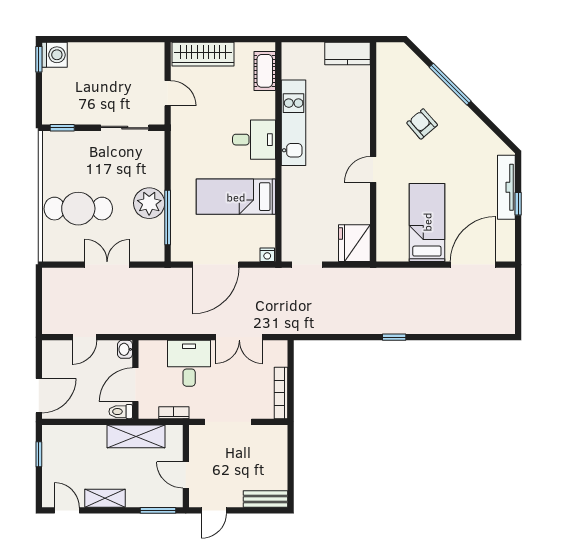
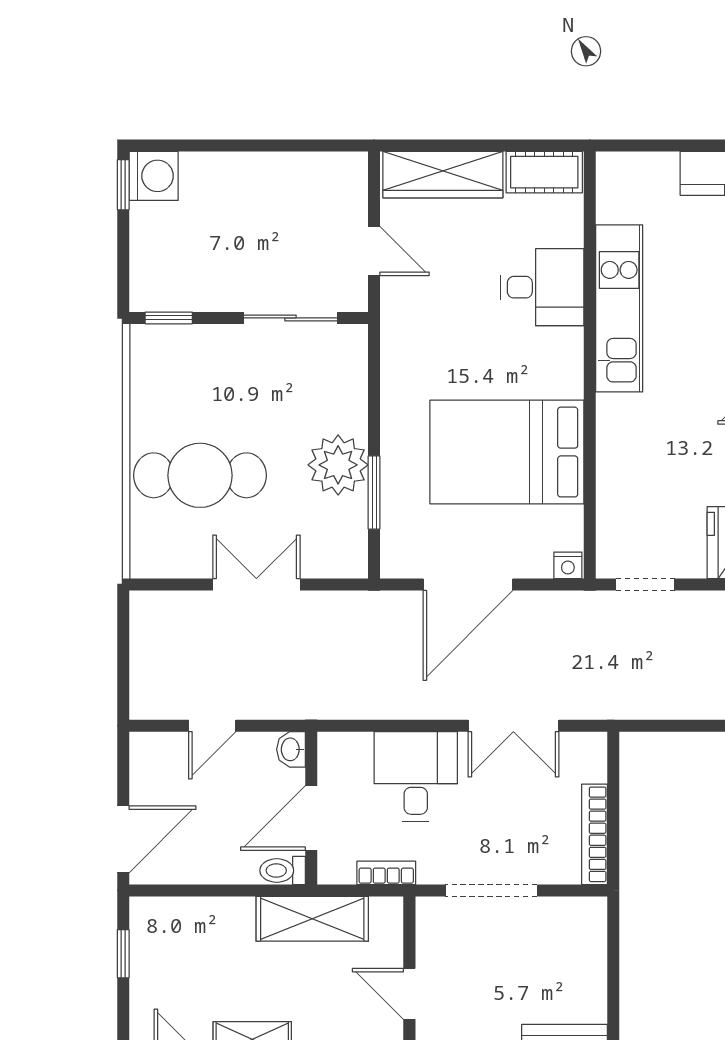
cot: (265, 71) -> (544, 172), moved, turned 90
desk: (254, 140) -> (542, 287), moved
bed: (236, 197) -> (507, 452), width x1.50
window: (168, 217) -> (374, 493), width x0.69

